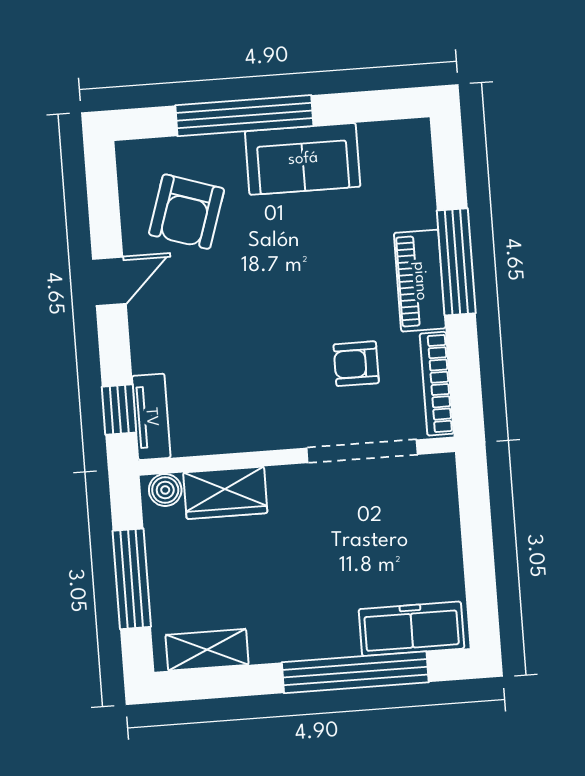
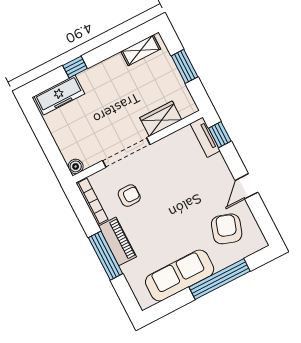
sofa: (303, 159) -> (180, 276), width x1.36
doorway: (362, 451) -> (126, 152), moved
boiler: (165, 490) -> (76, 166), moved
window: (132, 579) -> (185, 66), width x0.69
window: (355, 672) -> (75, 67), width x0.32

